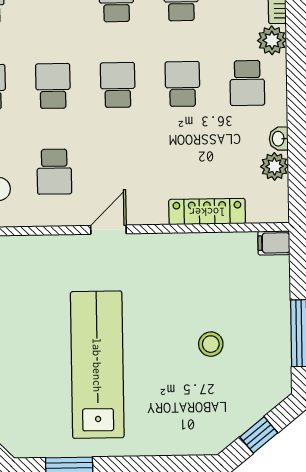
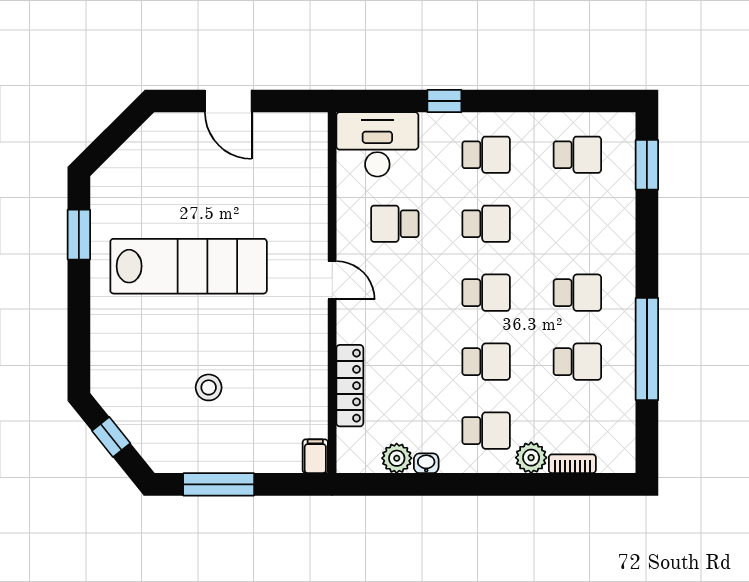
school desk: (247, 83) -> (486, 431), turned 180

